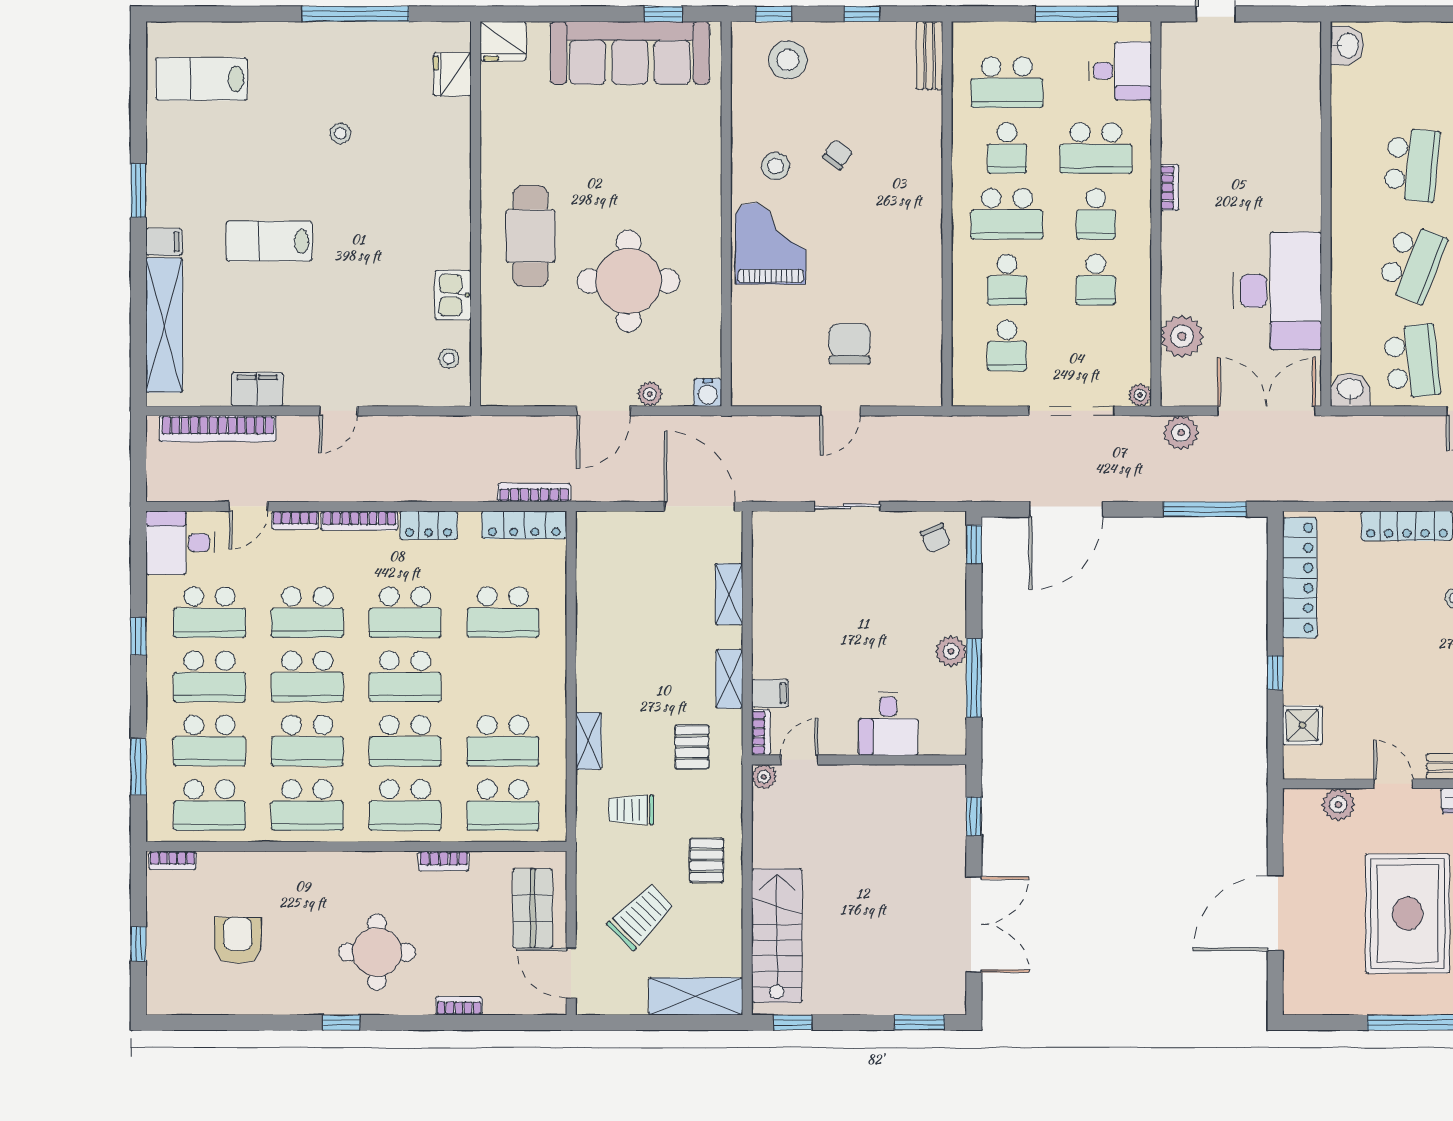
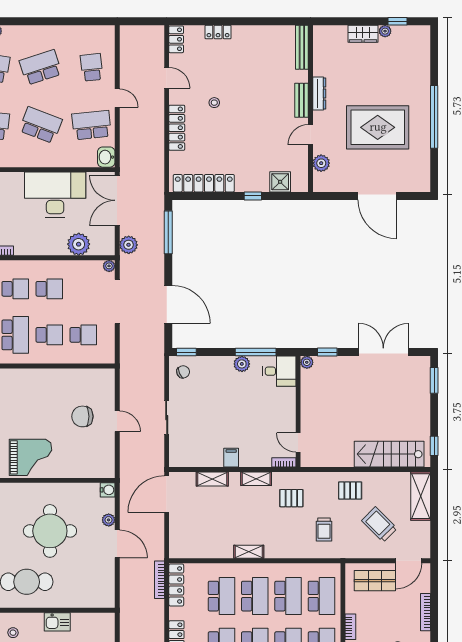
grand piano: (771, 244) -> (31, 457), turned 180
stool: (449, 358) -> (13, 633), moved
school desk: (503, 676) -> (255, 596), added
filing cabinet: (770, 693) -> (231, 458), moved
desk: (888, 724) -> (279, 371), moved
shelving: (588, 741) -> (249, 552), moved
plant: (764, 777) -> (307, 362), moved
bookcase: (459, 1006) -> (425, 612), width x1.56

